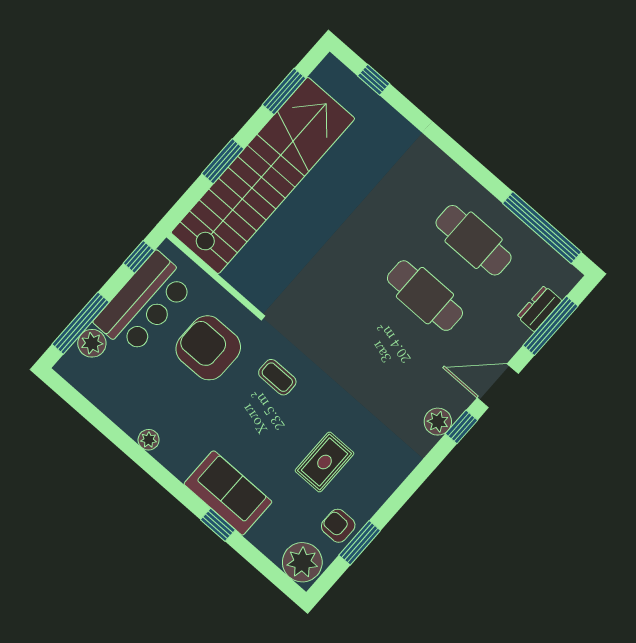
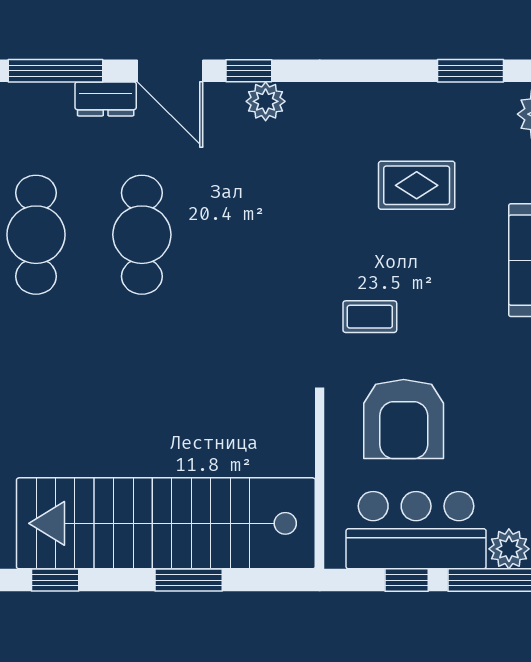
window: (284, 92) -> (55, 580), width x0.67
window: (139, 257) -> (407, 580), moved
dresser: (539, 309) -> (106, 99), moved
coffee table: (277, 377) -> (370, 317), turned 90
armchair: (338, 526) -> (472, 110), removed

